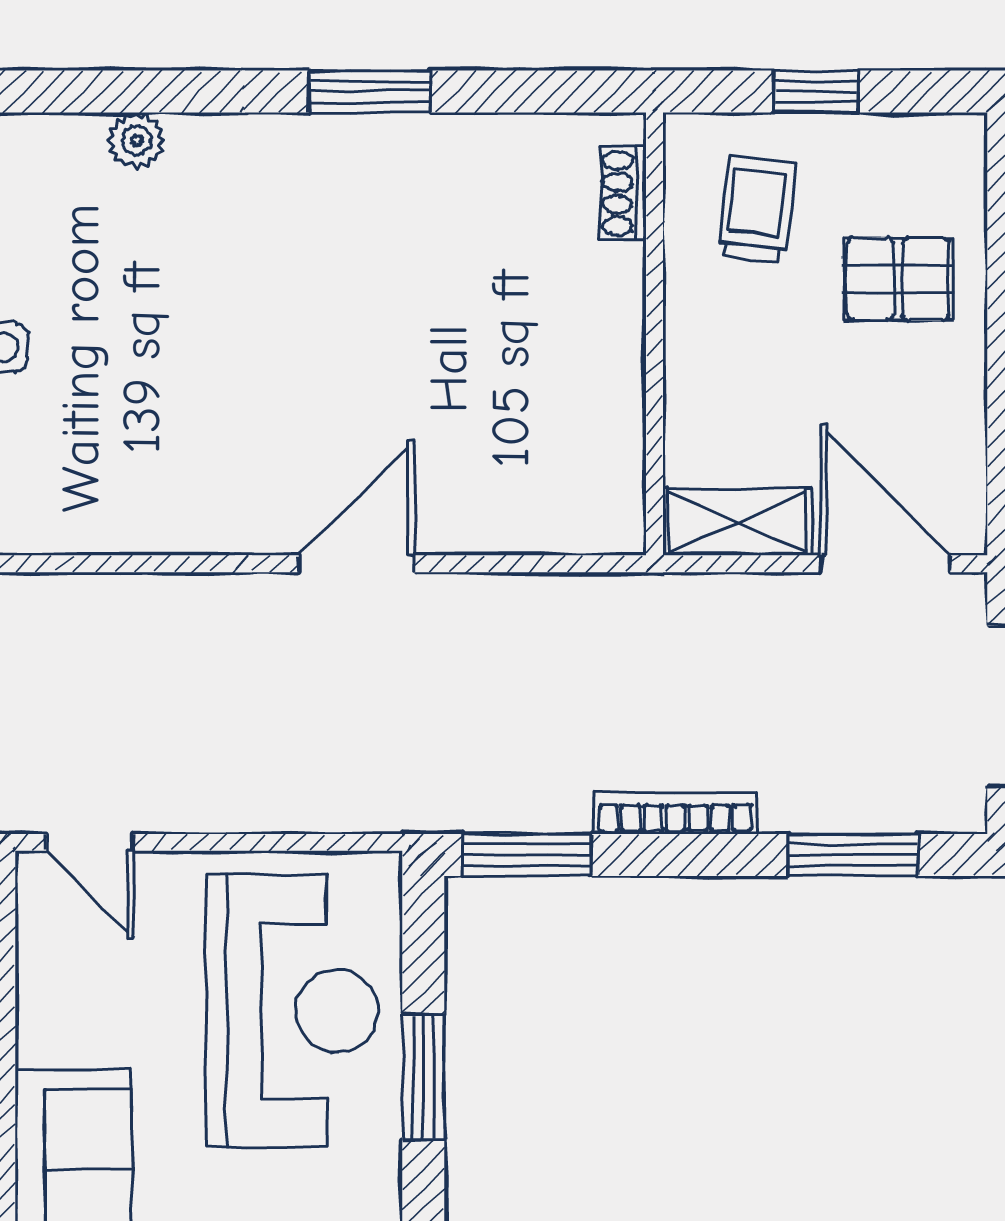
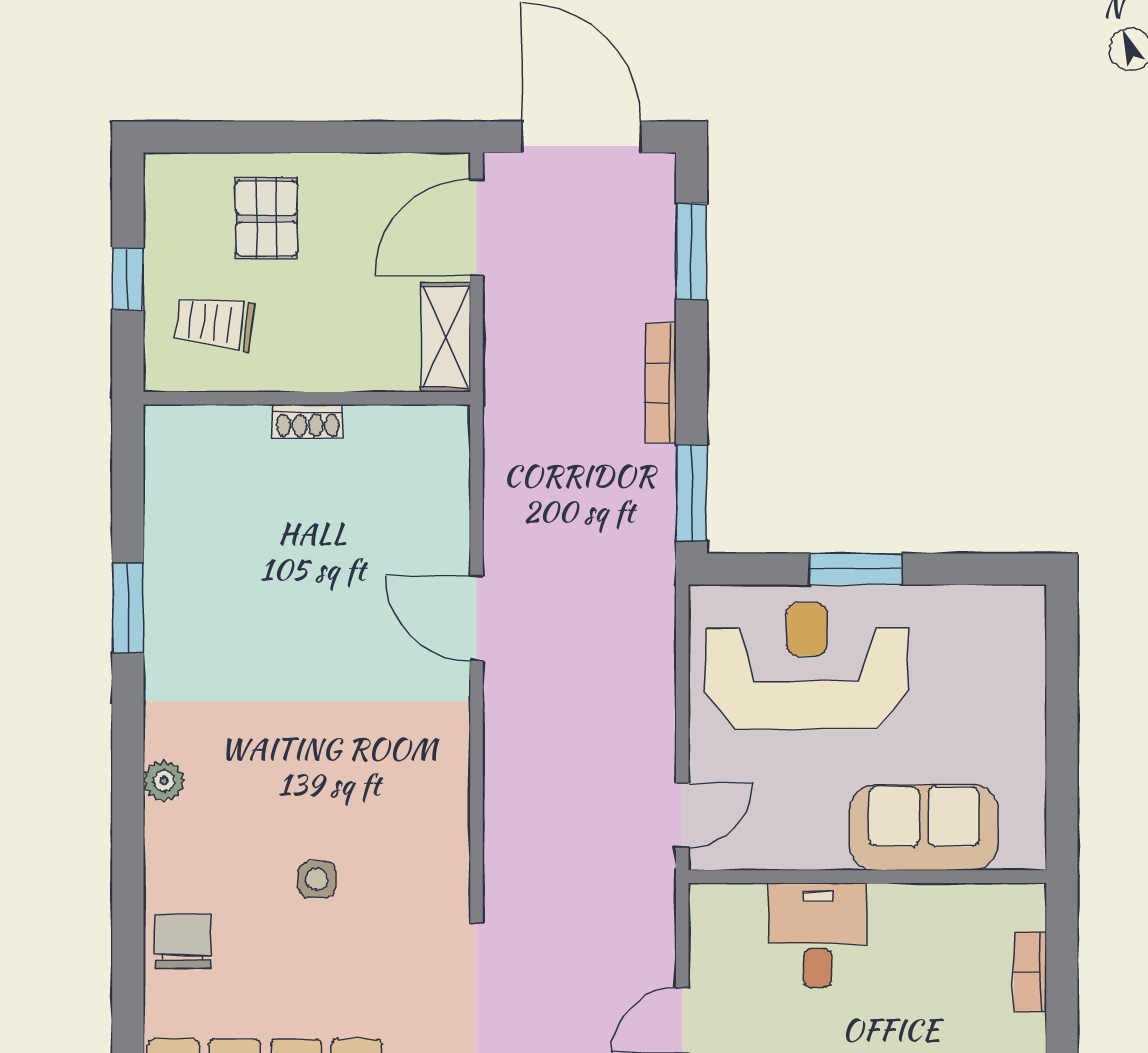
shoe rack: (623, 193) -> (308, 421), moved

